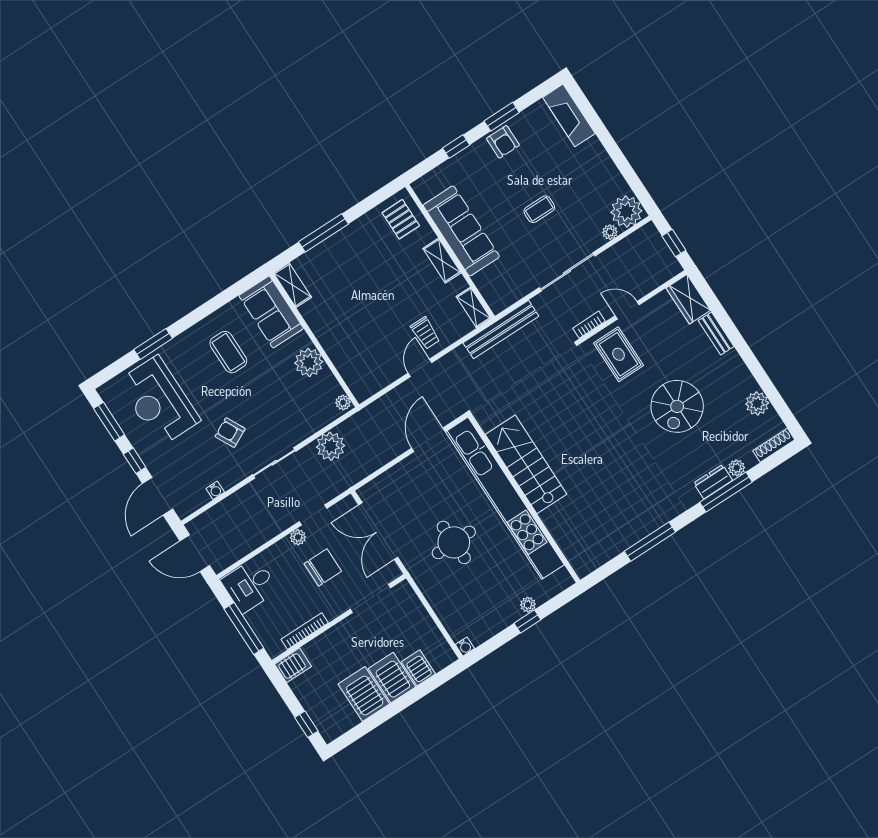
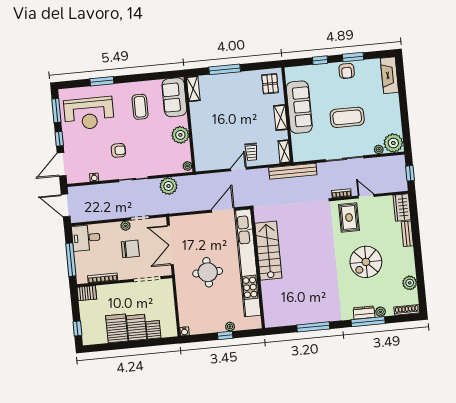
coffee table: (539, 209) -> (347, 117), width x1.86, depth x1.72
reception desk: (159, 401) -> (89, 113), turned -90
armchair: (230, 433) -> (118, 150), turned 117

